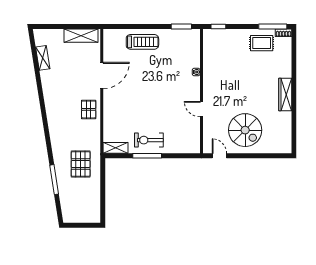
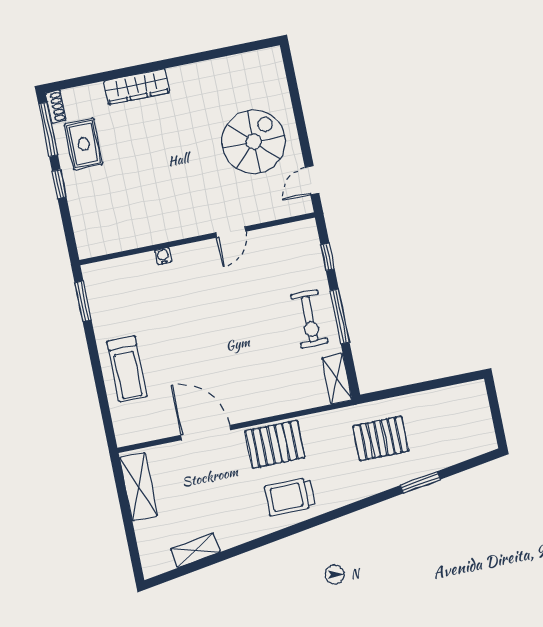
window: (218, 26) -> (59, 184), moved
treadmill: (142, 42) -> (127, 369), turned 180
wardrobe: (285, 95) -> (137, 87), moved
pallet: (89, 109) -> (275, 444), width x1.50, depth x1.42
trolley: (60, 112) -> (290, 497), added
window: (179, 156) -> (328, 257), added
window: (54, 180) -> (420, 482), width x0.69

